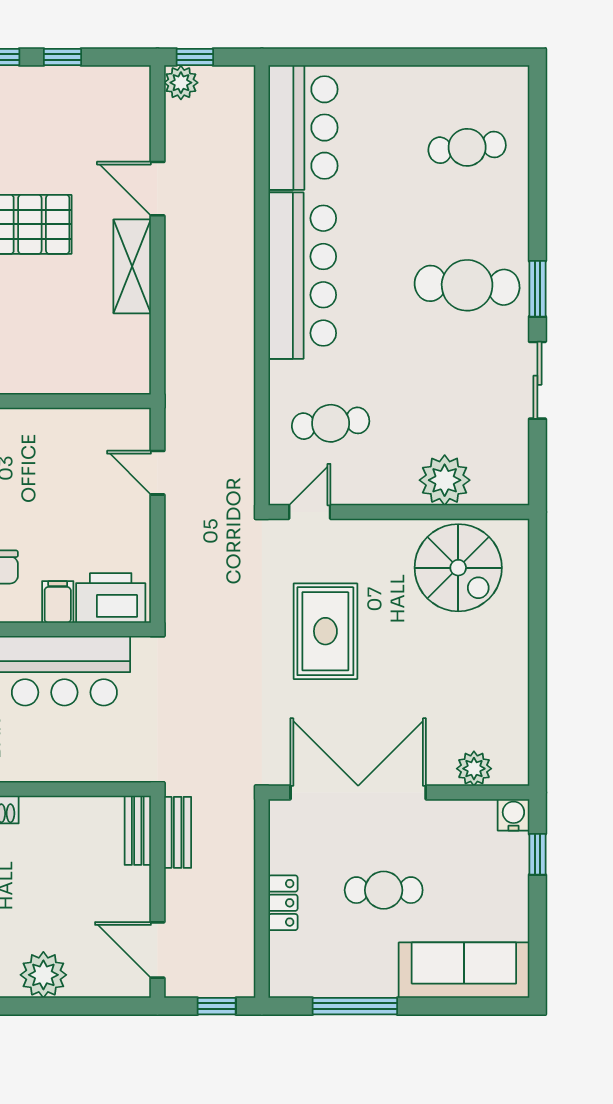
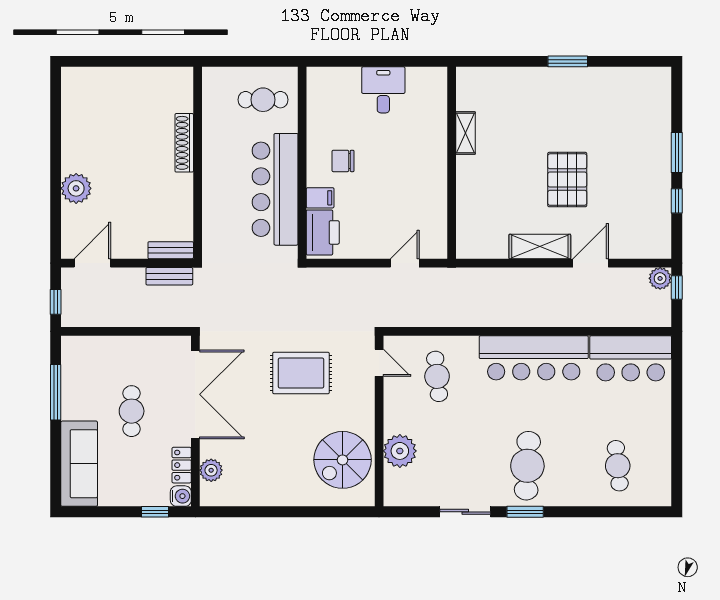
locker: (283, 903) -> (182, 465), moved, turned 90

